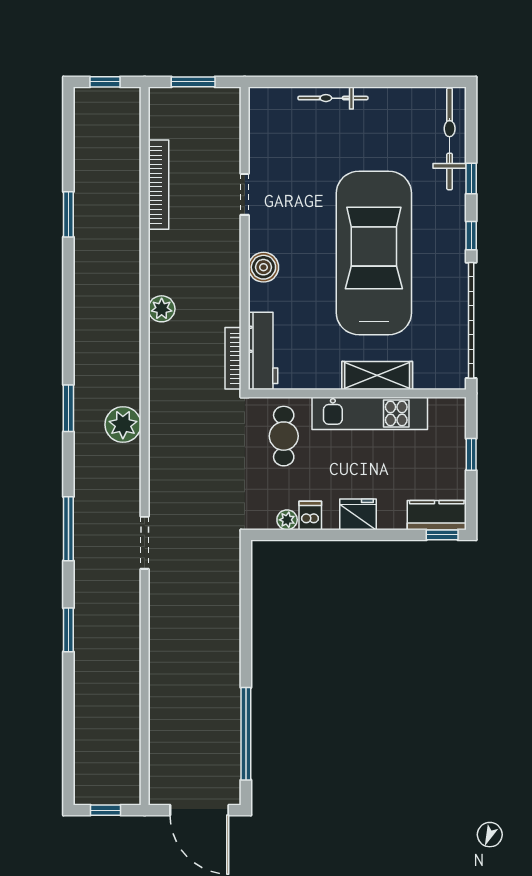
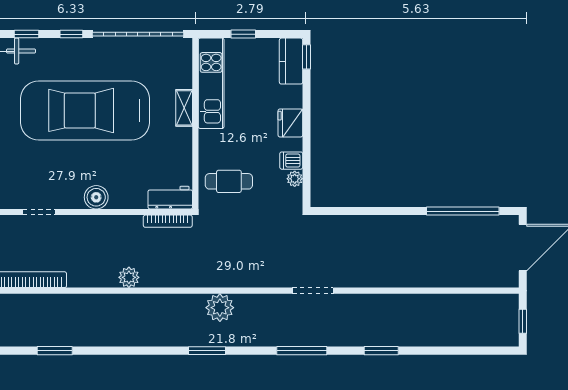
workbench: (263, 351) -> (170, 198), width x0.73
shelving: (377, 376) -> (184, 108), width x0.67, depth x0.75
kitchen unit: (370, 413) -> (211, 83), moved

